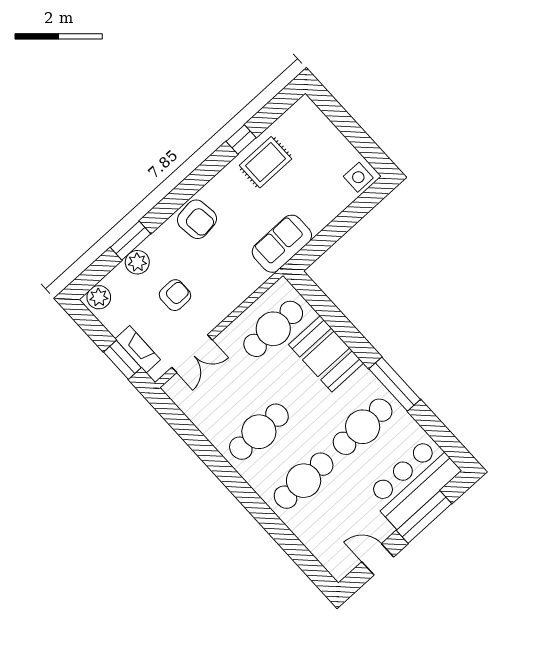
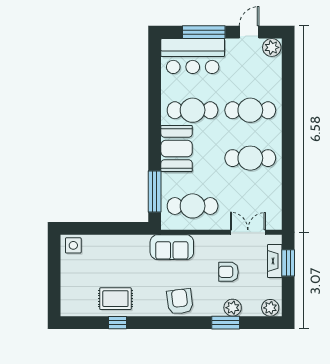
sofa: (282, 244) -> (172, 247), moved
booth: (326, 354) -> (177, 148), moved
window: (395, 384) -> (155, 191), moved
door: (378, 559) -> (249, 32), swing flipped
plant: (340, 565) -> (272, 47), added

